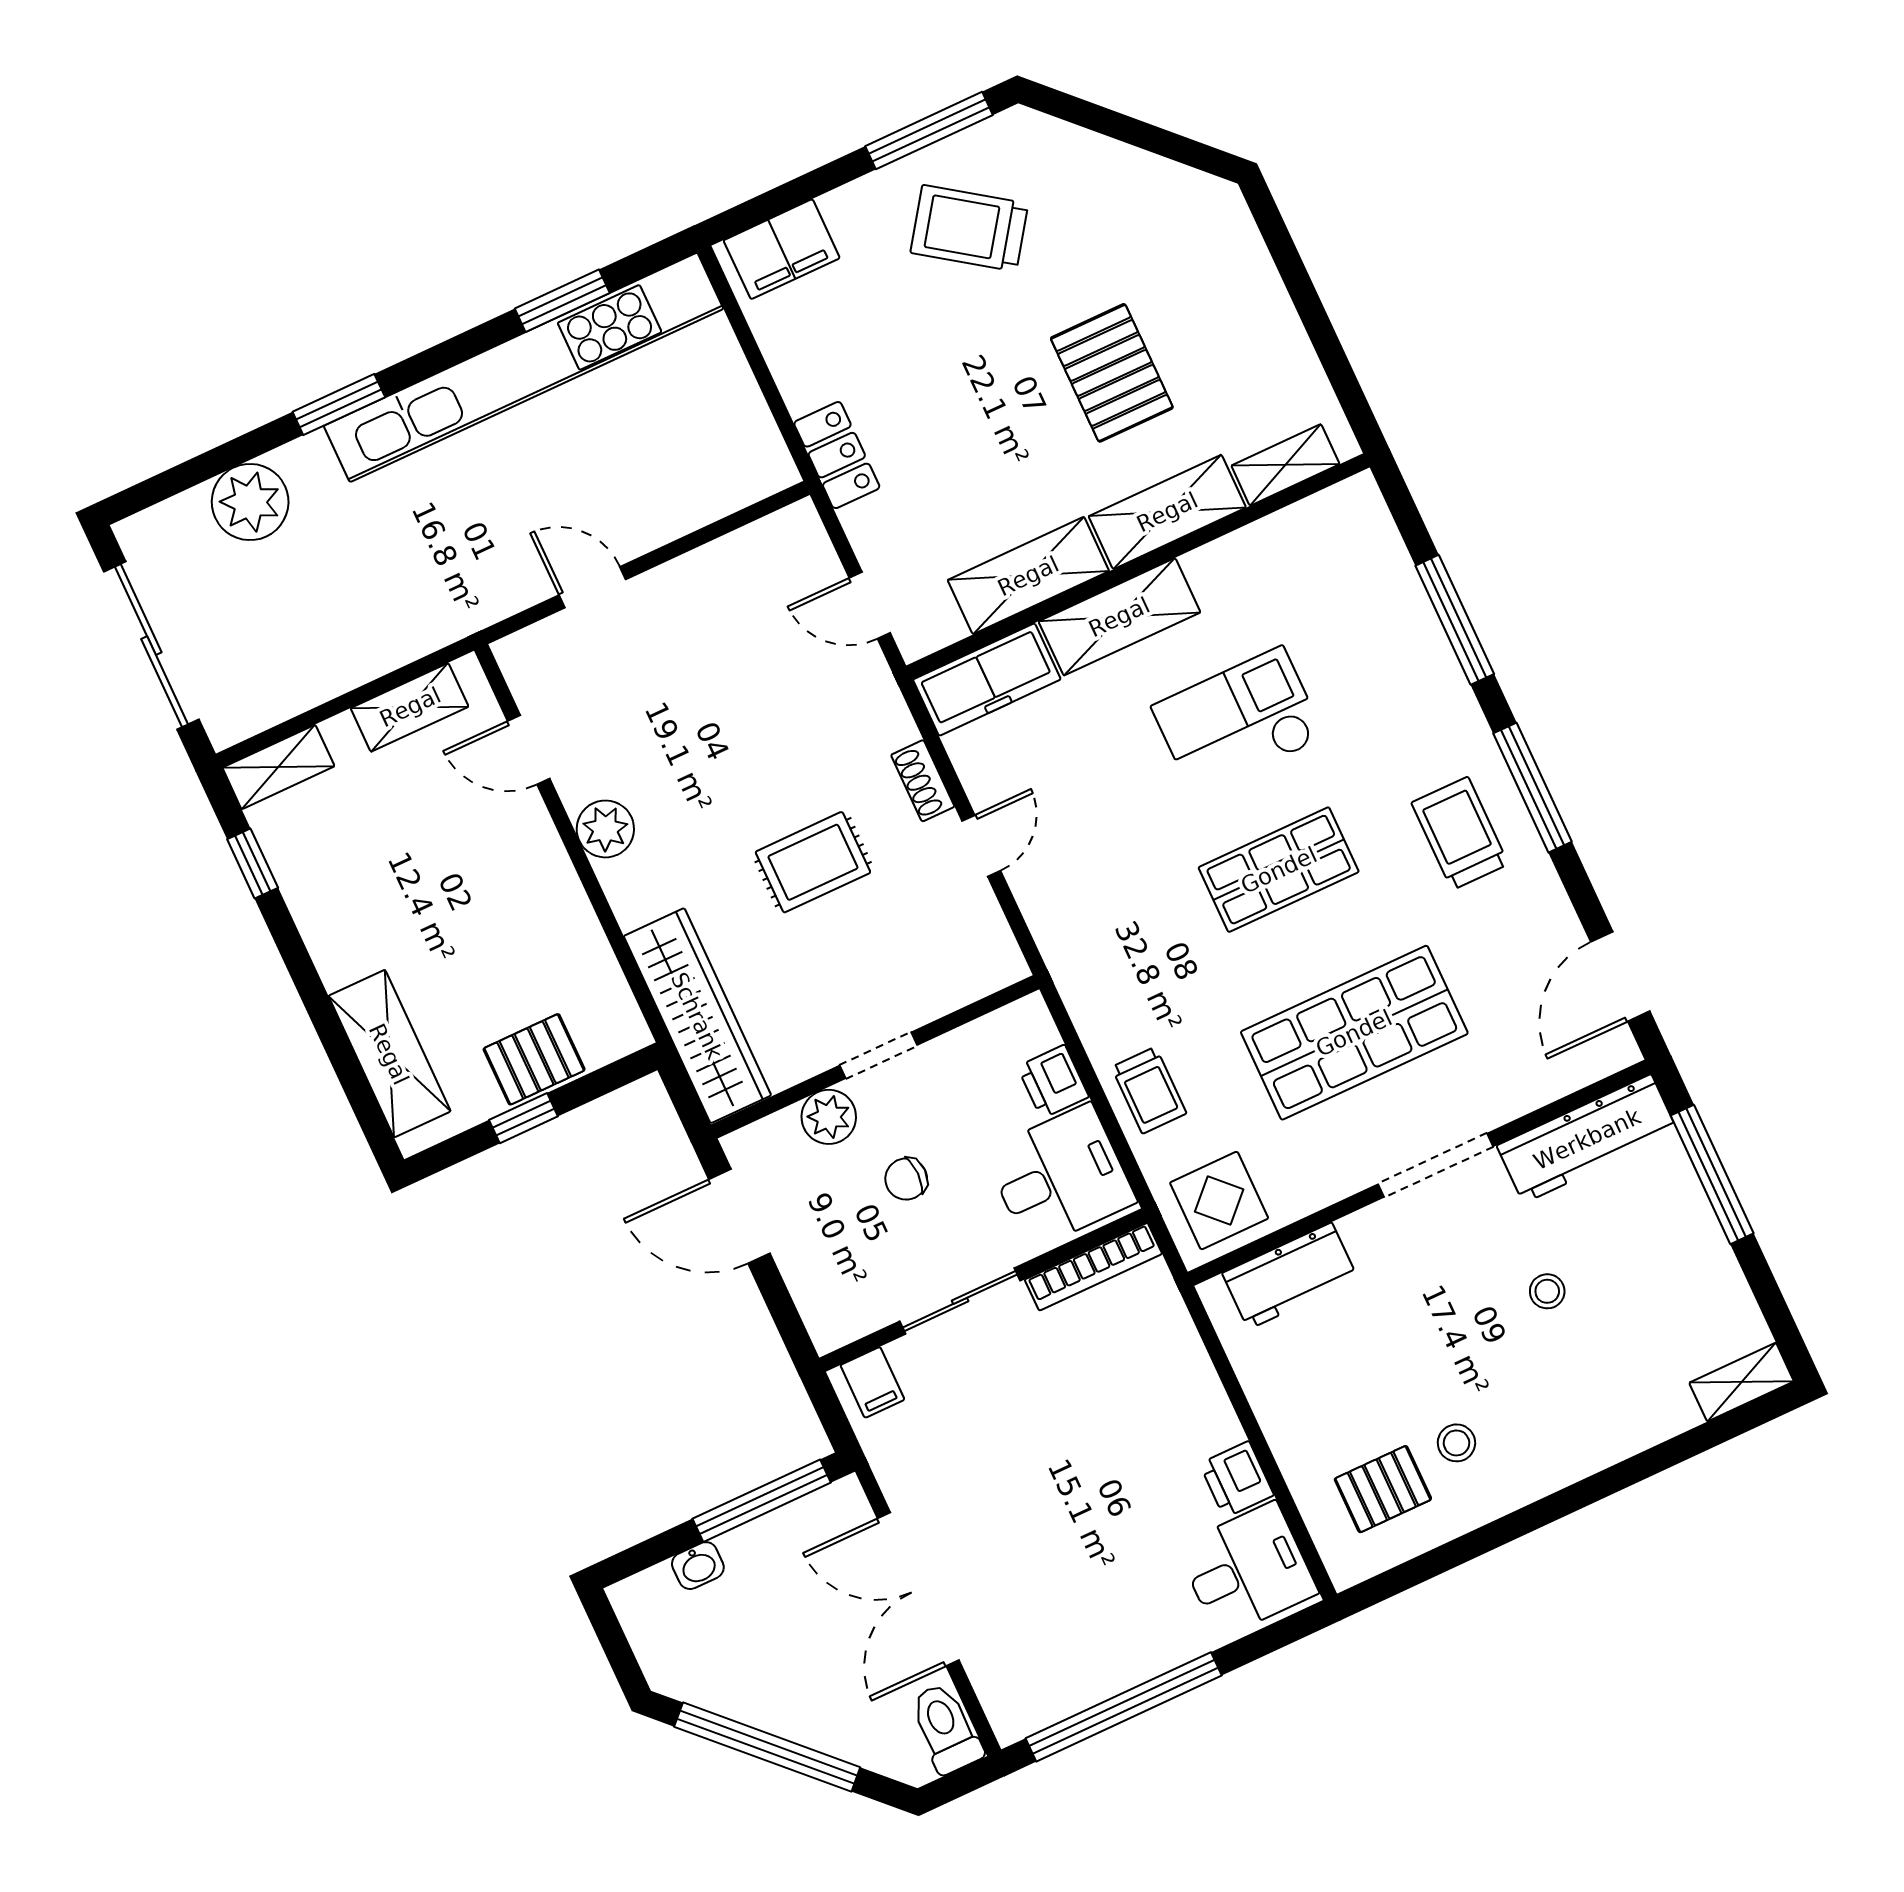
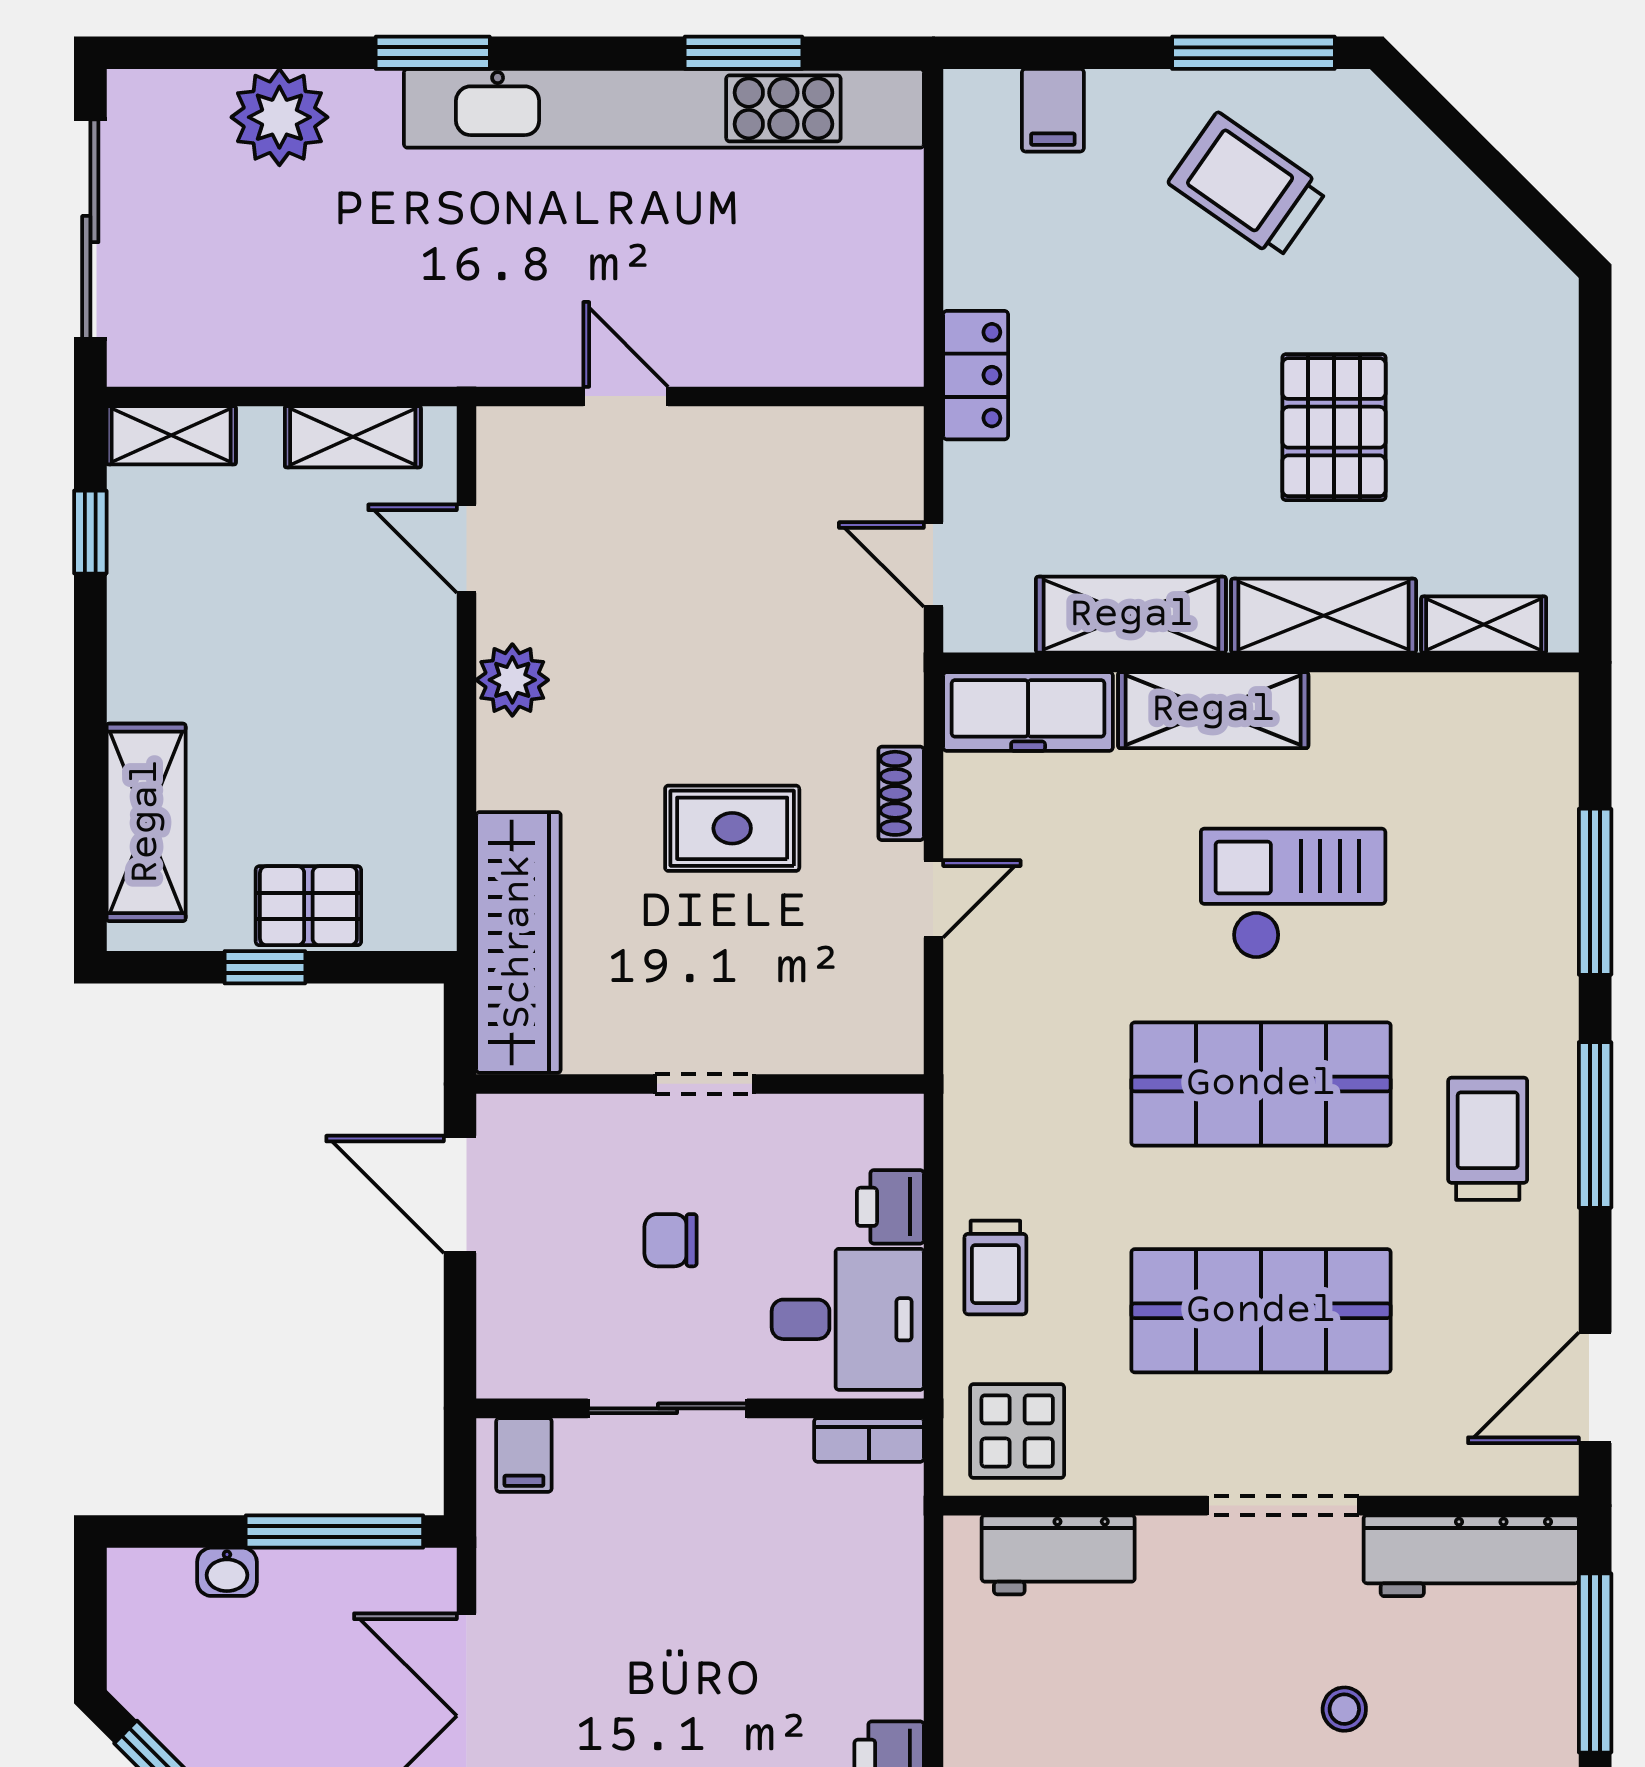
filing cabinet: (782, 249) -> (1053, 110), width x0.50
shop shelf: (1279, 870) -> (1261, 1084), width x1.43, depth x1.36
plant: (829, 1117) -> (615, 1128), removed
bookcase: (1093, 1267) -> (869, 1440), width x0.64

